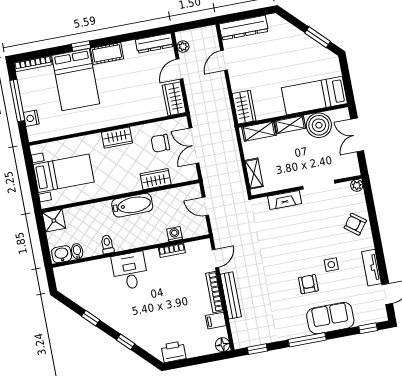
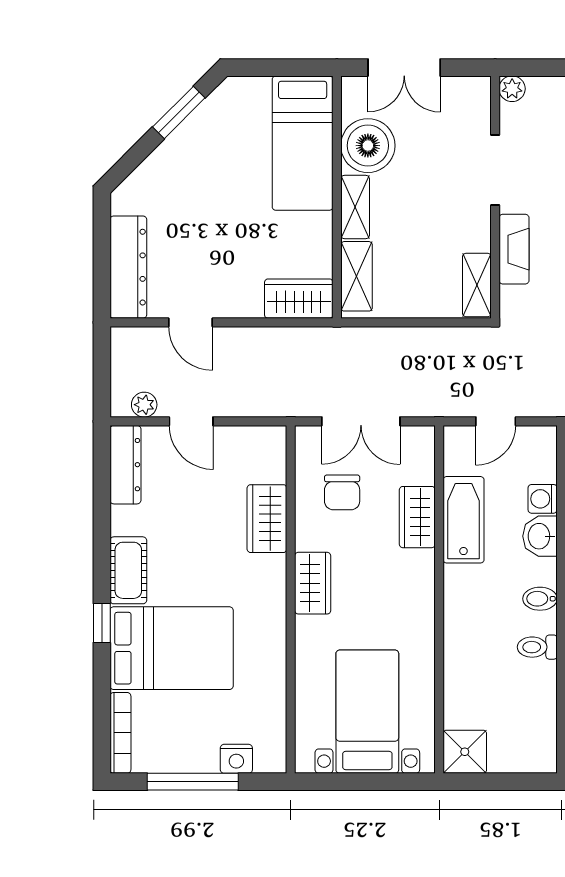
wardrobe: (174, 99) -> (267, 519), moved, turned 90
shelving: (254, 174) -> (477, 285), moved, turned 90
bathtub: (132, 205) -> (463, 520), moved
bidet: (77, 251) -> (540, 599), moved
washbasin: (62, 254) -> (540, 536), moved

